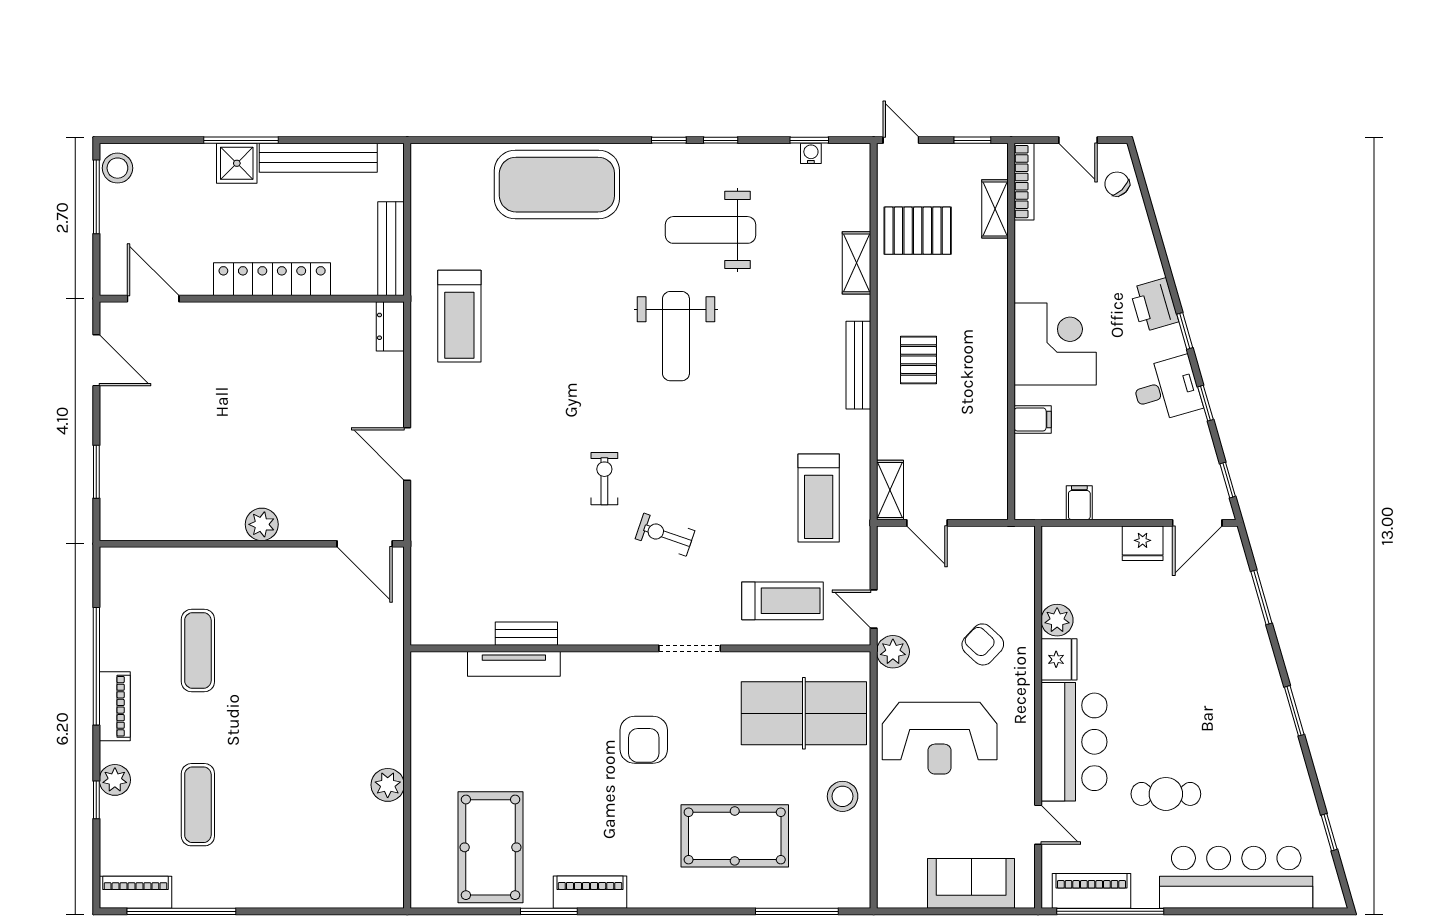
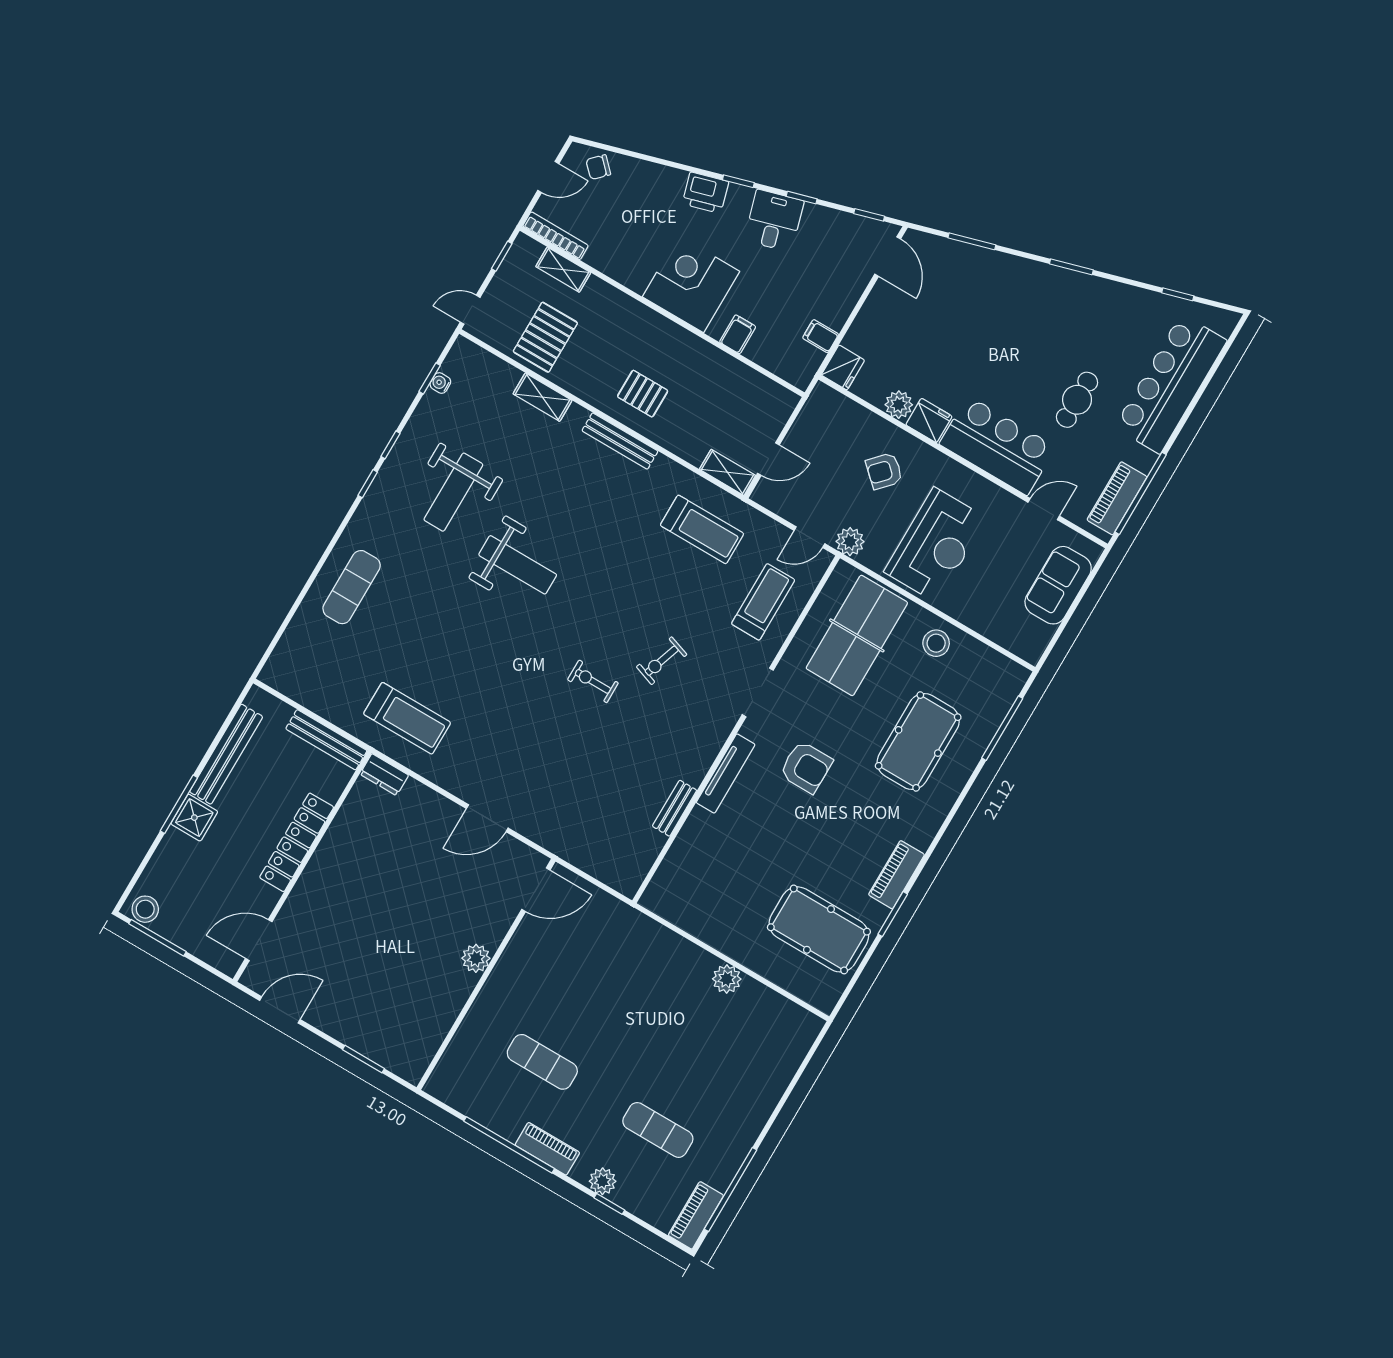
exercise mat: (557, 185) -> (352, 587), width x0.50, depth x0.69
fridge: (1143, 543) -> (843, 368), moved
tv unit: (514, 664) -> (726, 774), moved

